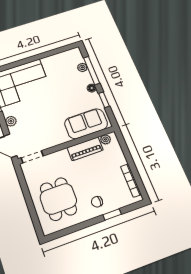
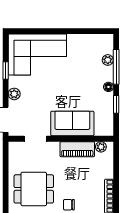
sofa: (86, 124) -> (72, 124), moved
doorway: (32, 157) -> (35, 139), moved
dining table: (58, 199) -> (34, 189), turned 90

